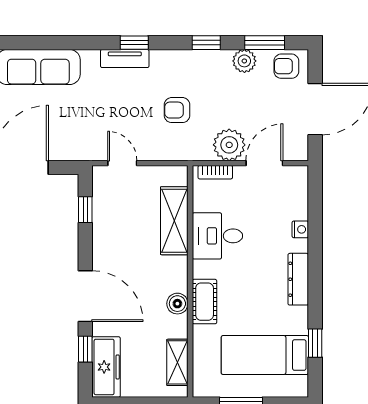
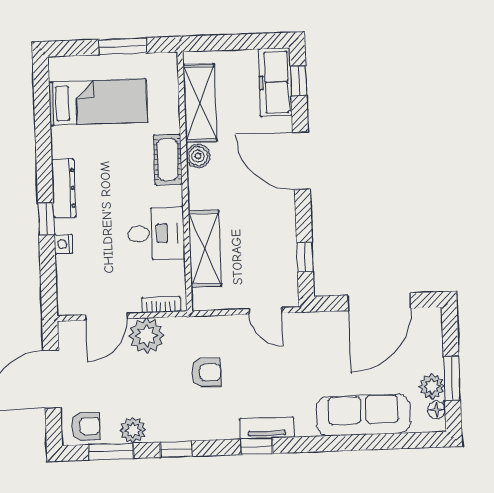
window: (315, 343) -> (46, 219), moved
window: (85, 349) -> (298, 81), moved
shelving: (177, 362) -> (200, 103), width x1.50, depth x1.33

